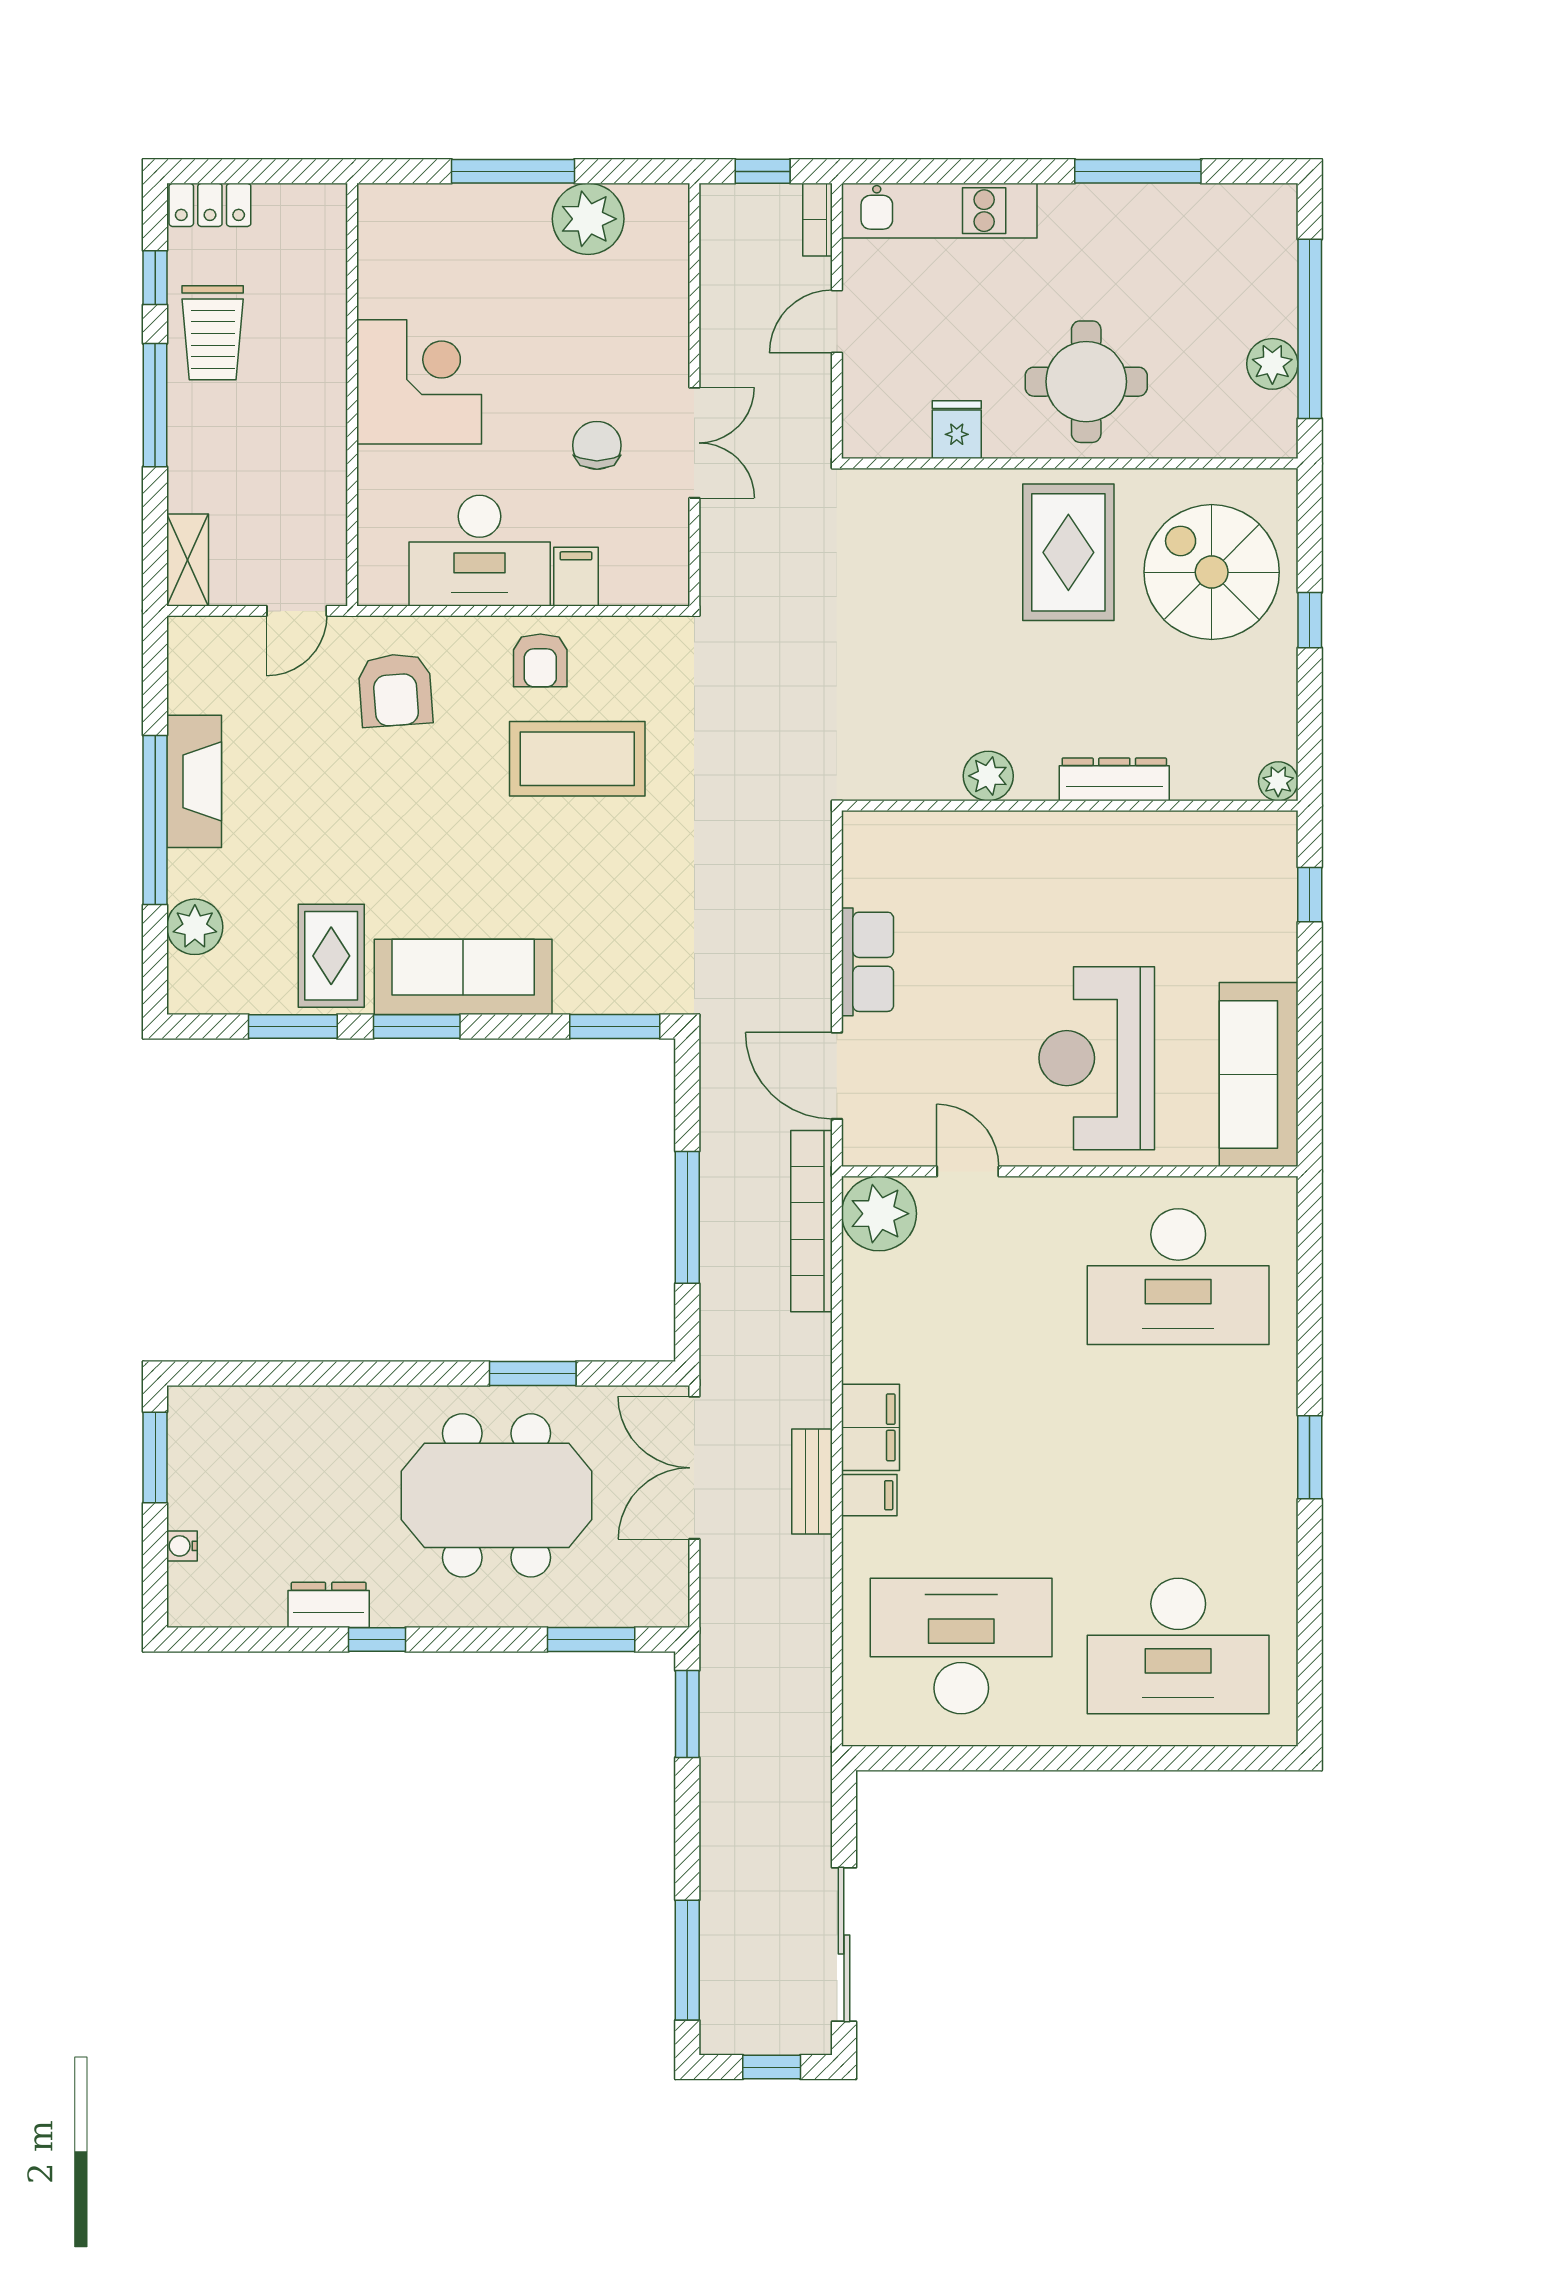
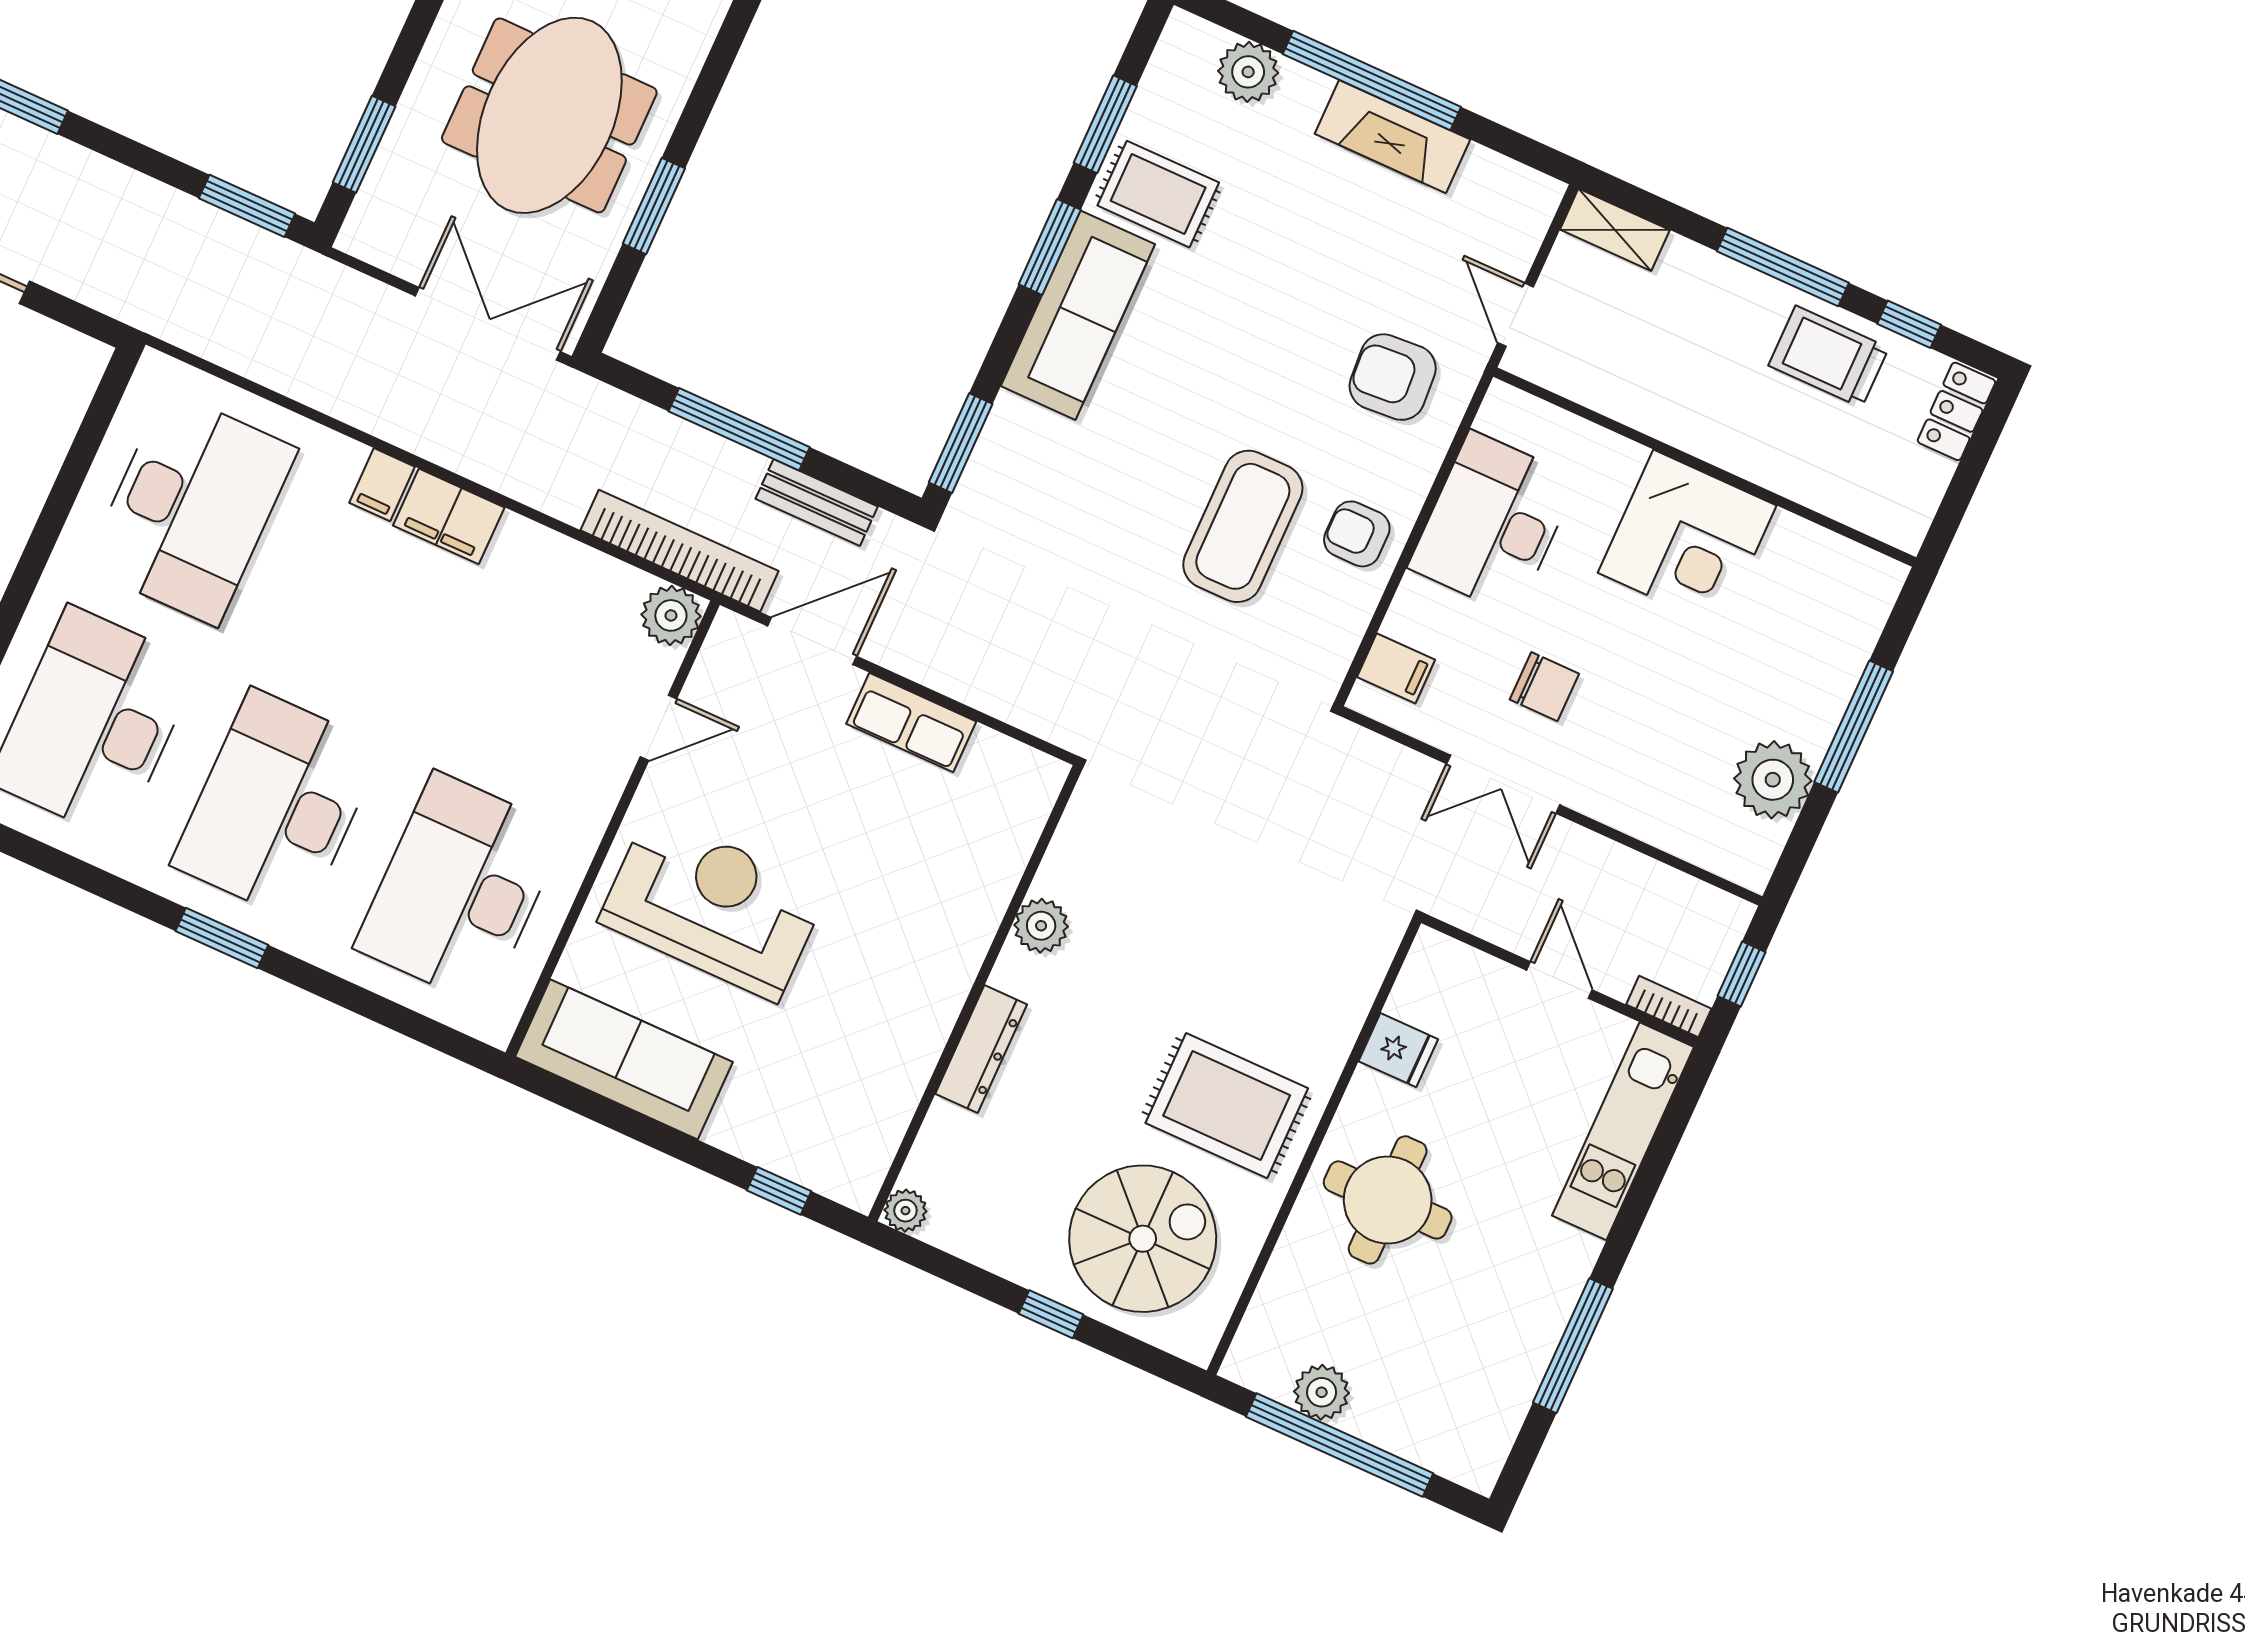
filing cabinet: (576, 577) -> (1396, 668), moved
plant: (879, 1214) -> (671, 615), width x0.73, depth x0.73
desk: (1178, 1461) -> (277, 806), added
bench: (812, 1482) -> (817, 503), moved

